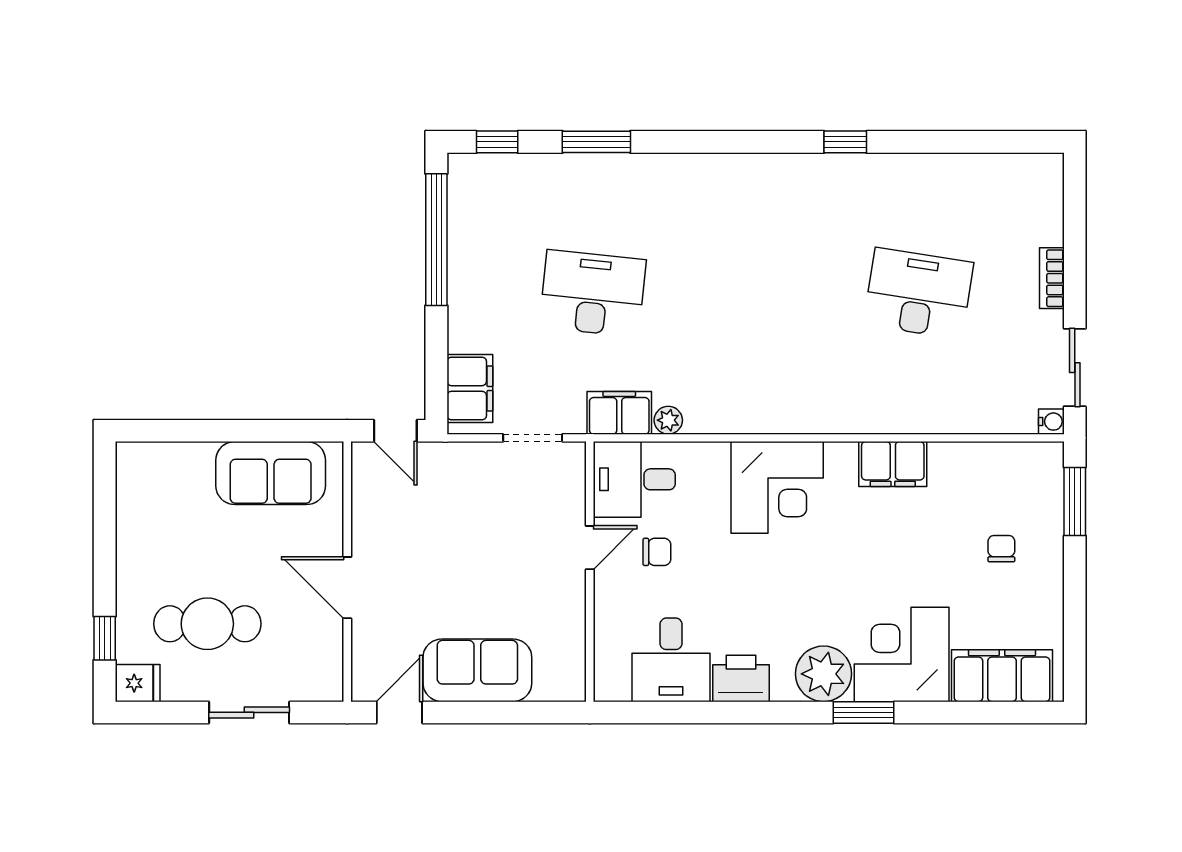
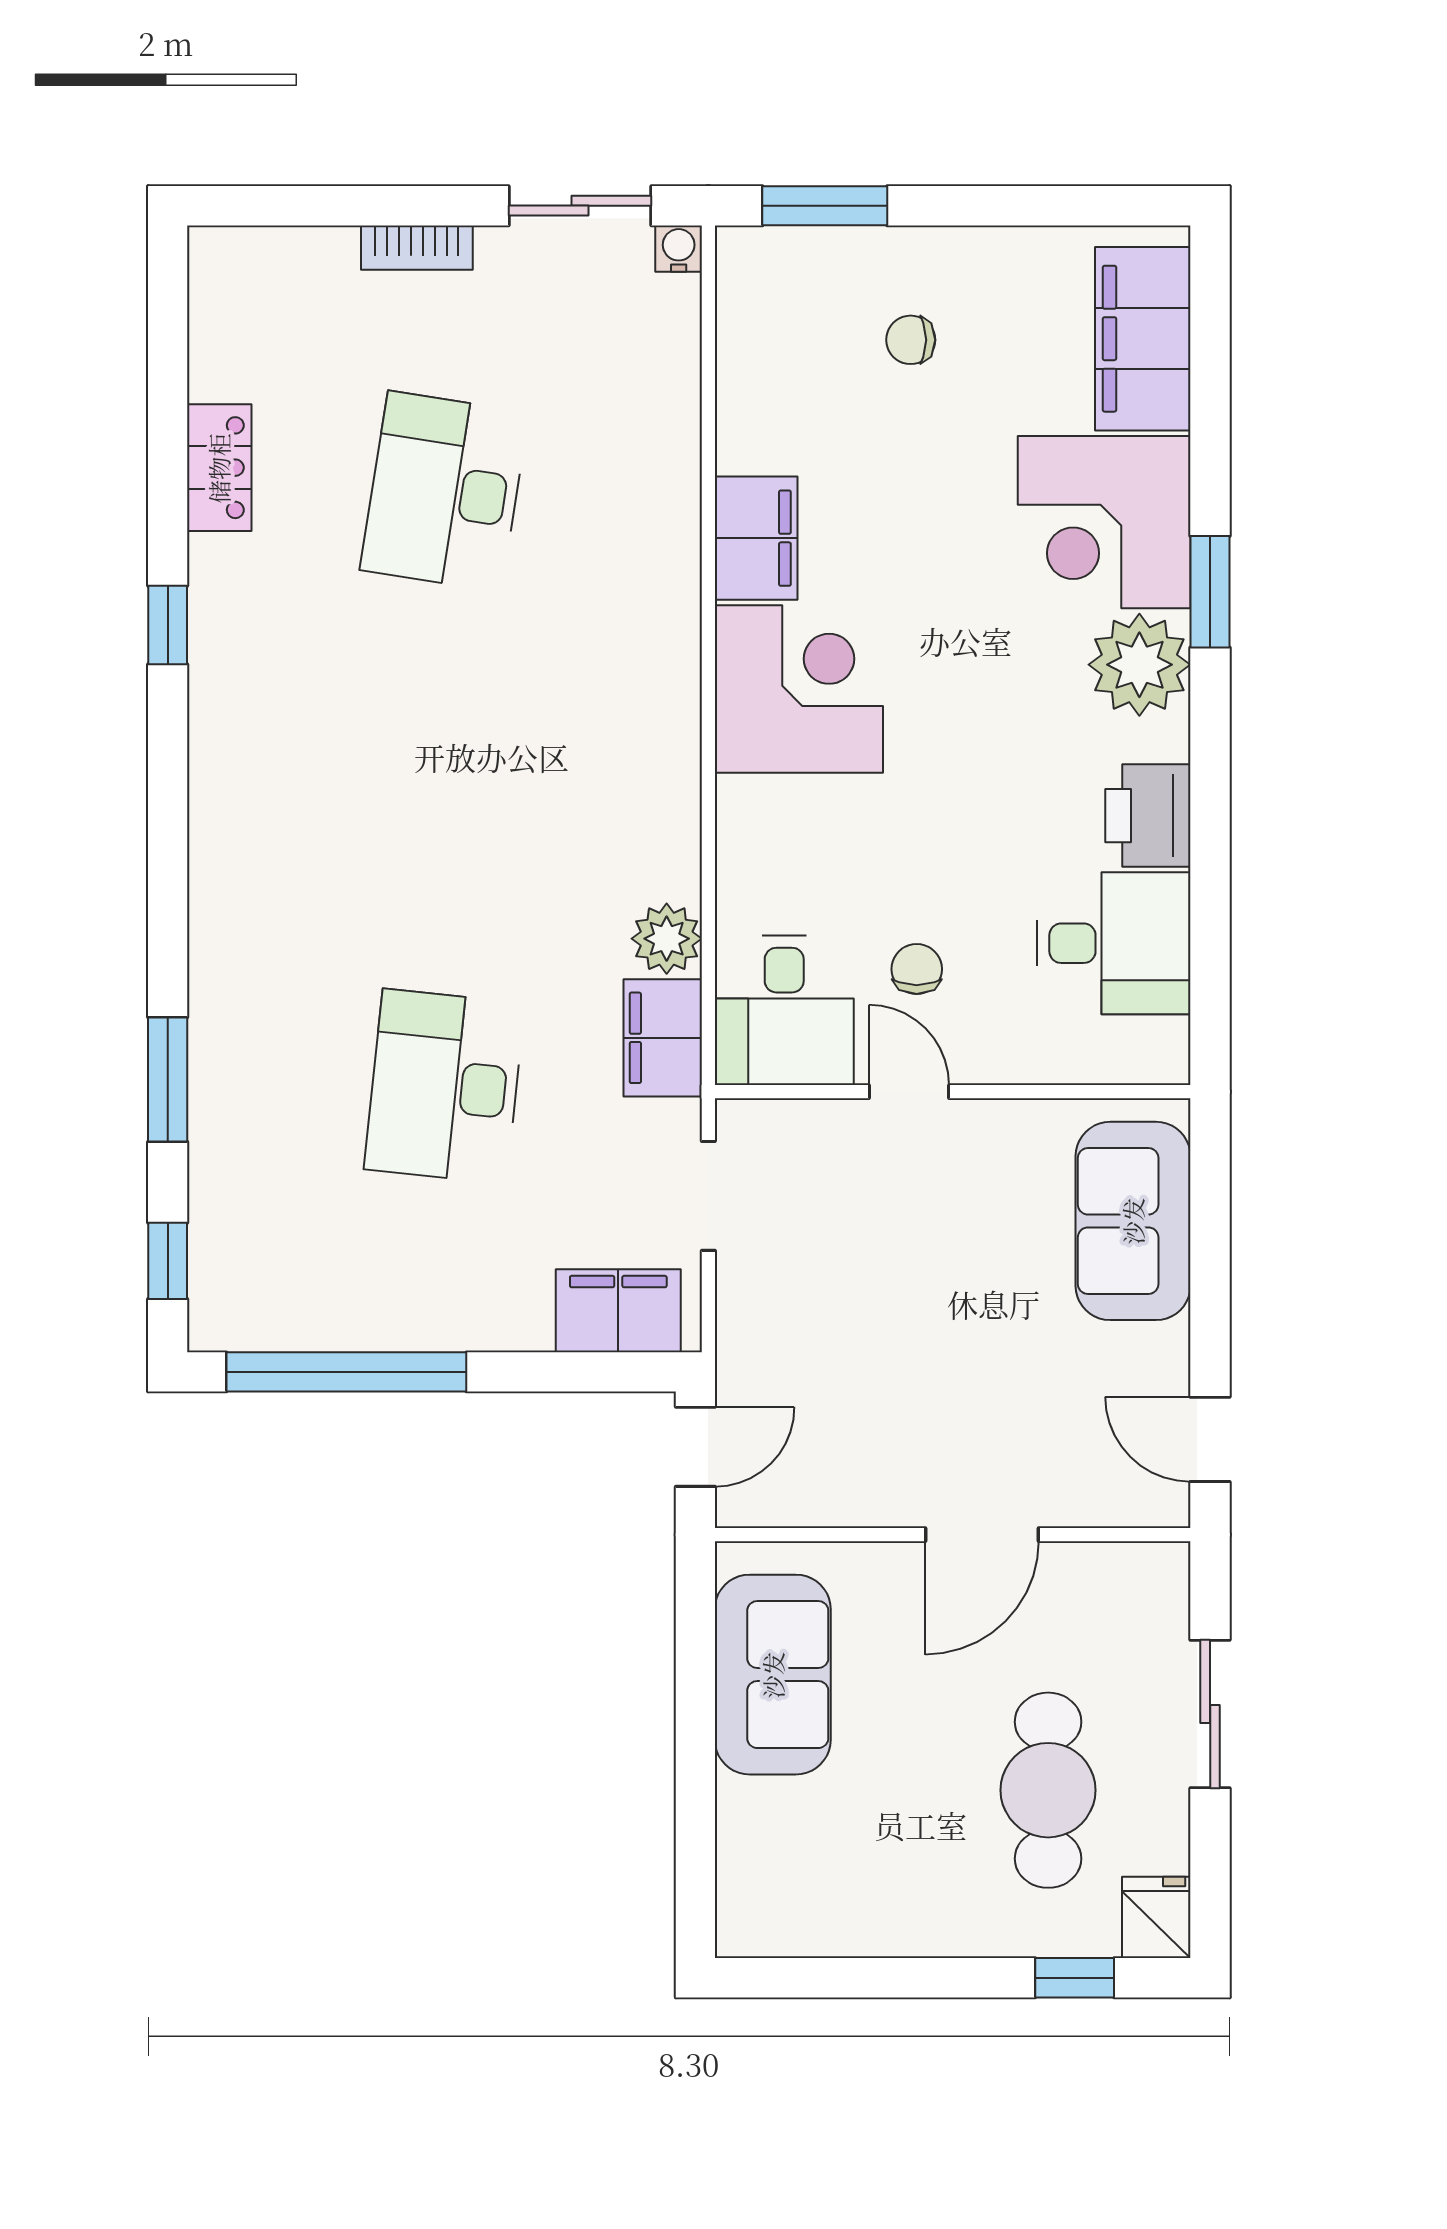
locker: (931, 170) -> (219, 468), added
plant: (668, 420) -> (667, 939), width x1.38, depth x1.38
corner desk: (777, 487) -> (799, 689), moved
sofa: (477, 670) -> (1133, 1221), moved

